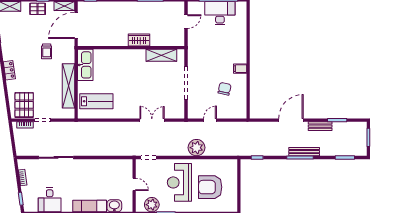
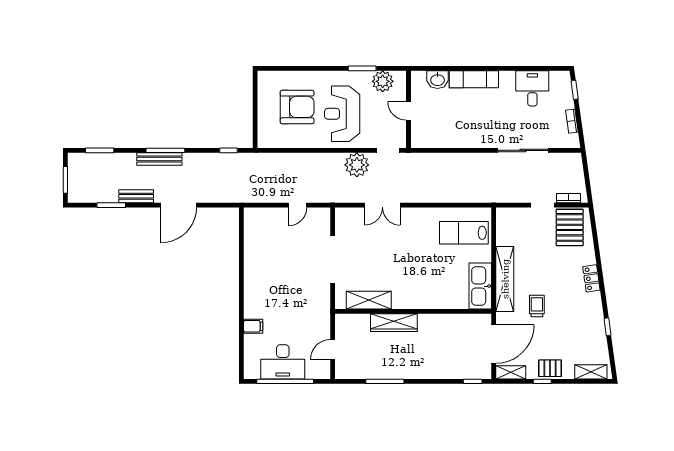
wardrobe: (139, 40) -> (394, 323), width x1.50
filing cabinet: (240, 69) -> (253, 326), moved
shelving: (69, 86) -> (505, 279), moved
chair: (225, 89) -> (276, 251), removed
plant: (196, 148) -> (357, 165), moved
reception desk: (179, 182) -> (342, 114), turned 180

